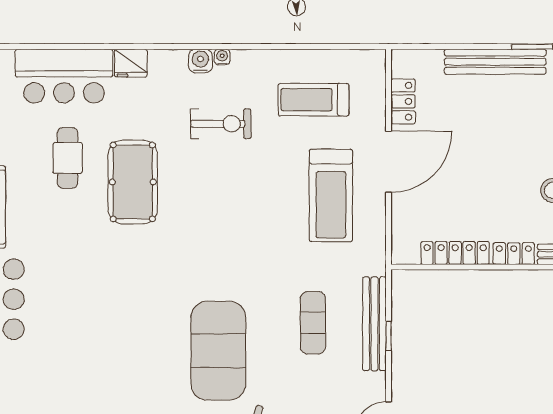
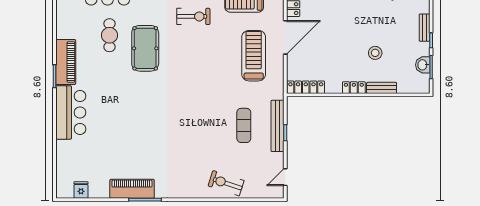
treadmill: (331, 195) -> (254, 56), turned 180
locker: (455, 253) -> (306, 87), moved
exercise mat: (218, 351) -> (192, 141), removed

